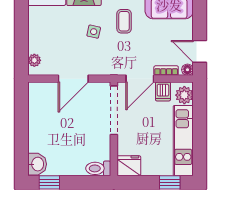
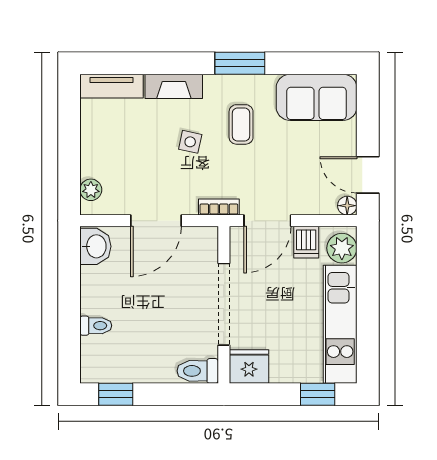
bookcase: (166, 71) -> (219, 207), moved
doorway: (114, 110) -> (224, 304), moved
toilet: (37, 141) -> (96, 326), added
washbasin: (37, 164) -> (95, 246), moved

